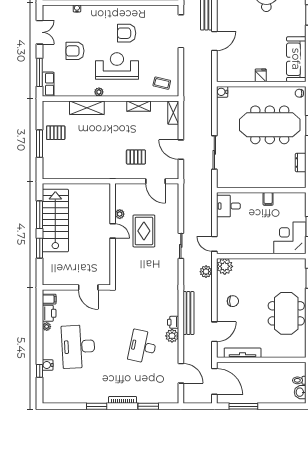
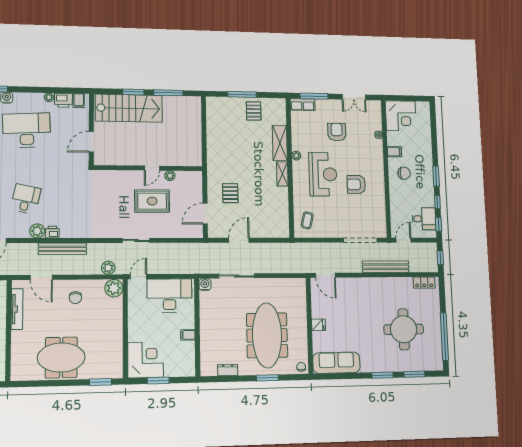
armchair: (127, 33) -> (356, 184), turned -90
door: (214, 41) -> (325, 275), moved
water cooler: (222, 92) -> (205, 285), moved
shelving: (139, 106) -> (282, 174), moved
shelving: (173, 113) -> (277, 232), removed
desk: (228, 206) -> (169, 296), width x1.87, depth x1.30
stairs: (55, 221) -> (129, 108), moved
desk: (143, 347) -> (26, 199), width x0.73

